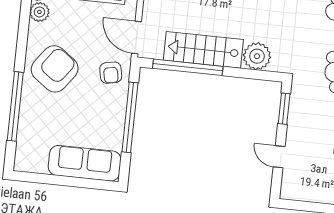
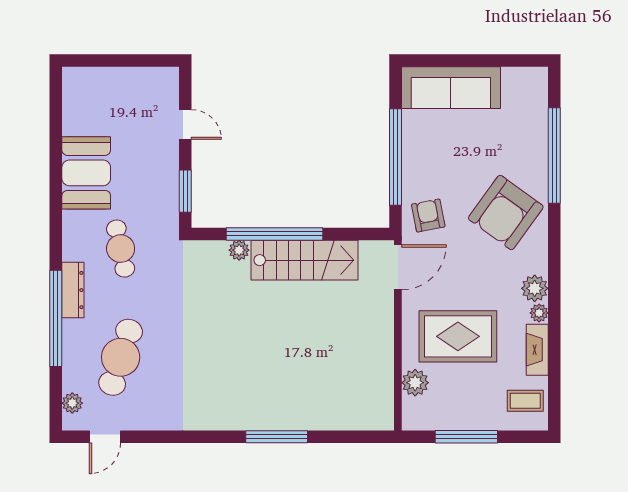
door: (137, 38) -> (398, 267), hinge flipped
plant: (257, 56) -> (239, 250), width x0.53, depth x0.53
window: (188, 67) -> (274, 234), moved

